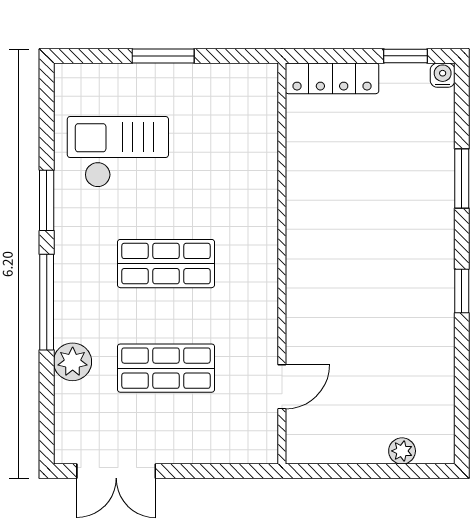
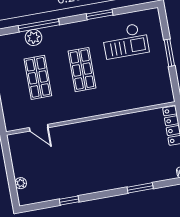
checkout: (118, 152) -> (125, 41), turned 90
window: (462, 291) -> (69, 200), moved
window: (47, 302) -> (39, 25), moved

